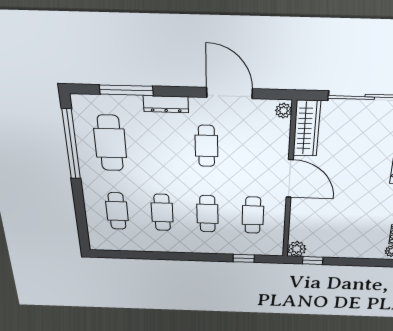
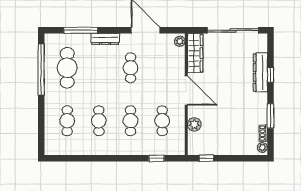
plant: (297, 249) -> (194, 124), moved

